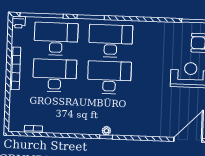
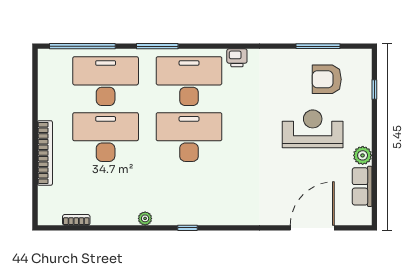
printer: (19, 22) -> (237, 58), moved
bookcase: (15, 68) -> (45, 153), moved
plant: (106, 131) -> (145, 218), moved

